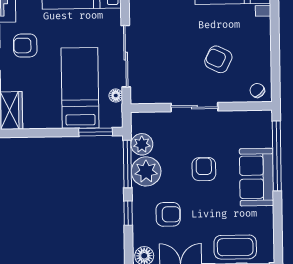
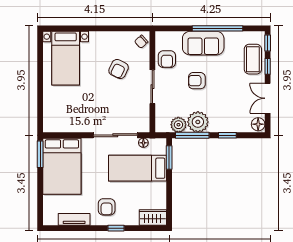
window: (277, 156) -> (217, 28), moved
armchair: (168, 214) -> (167, 59), moved, turned 180

